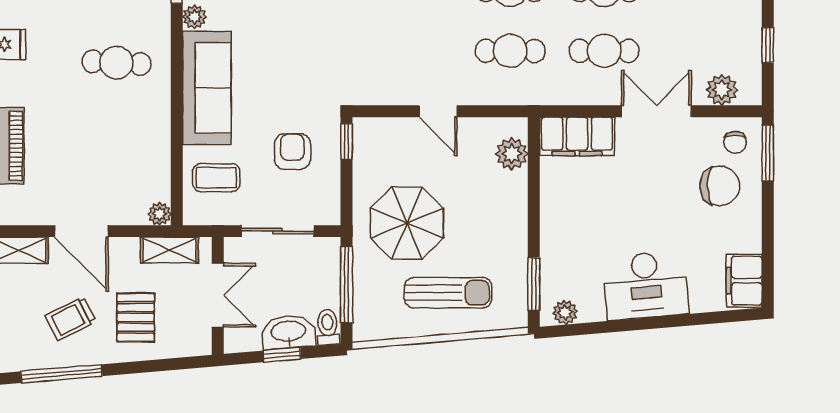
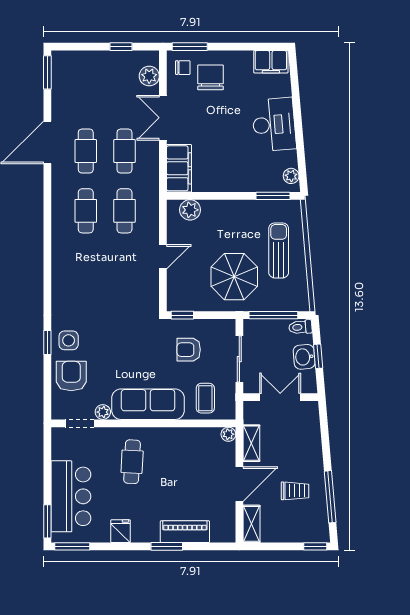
shelving: (169, 250) -> (251, 443), moved
pallet: (136, 317) -> (294, 449), removed
trolley: (71, 319) -> (295, 491), turned -63
washbasin: (288, 332) -> (304, 357), width x0.72

